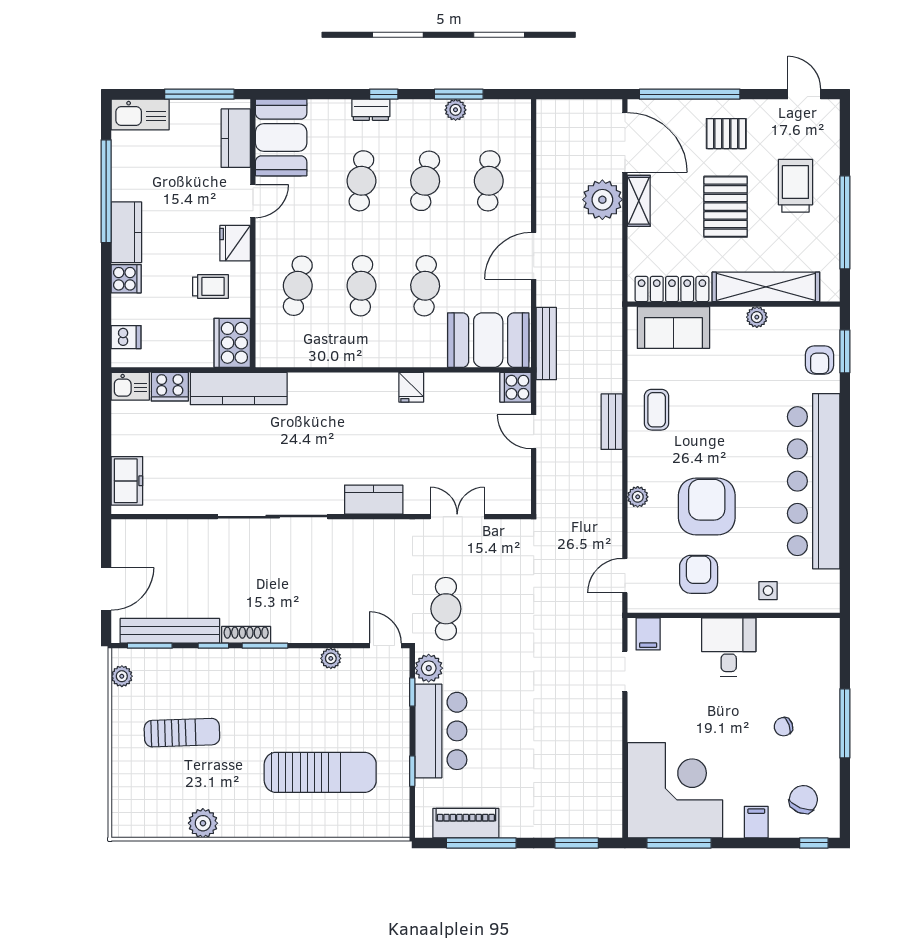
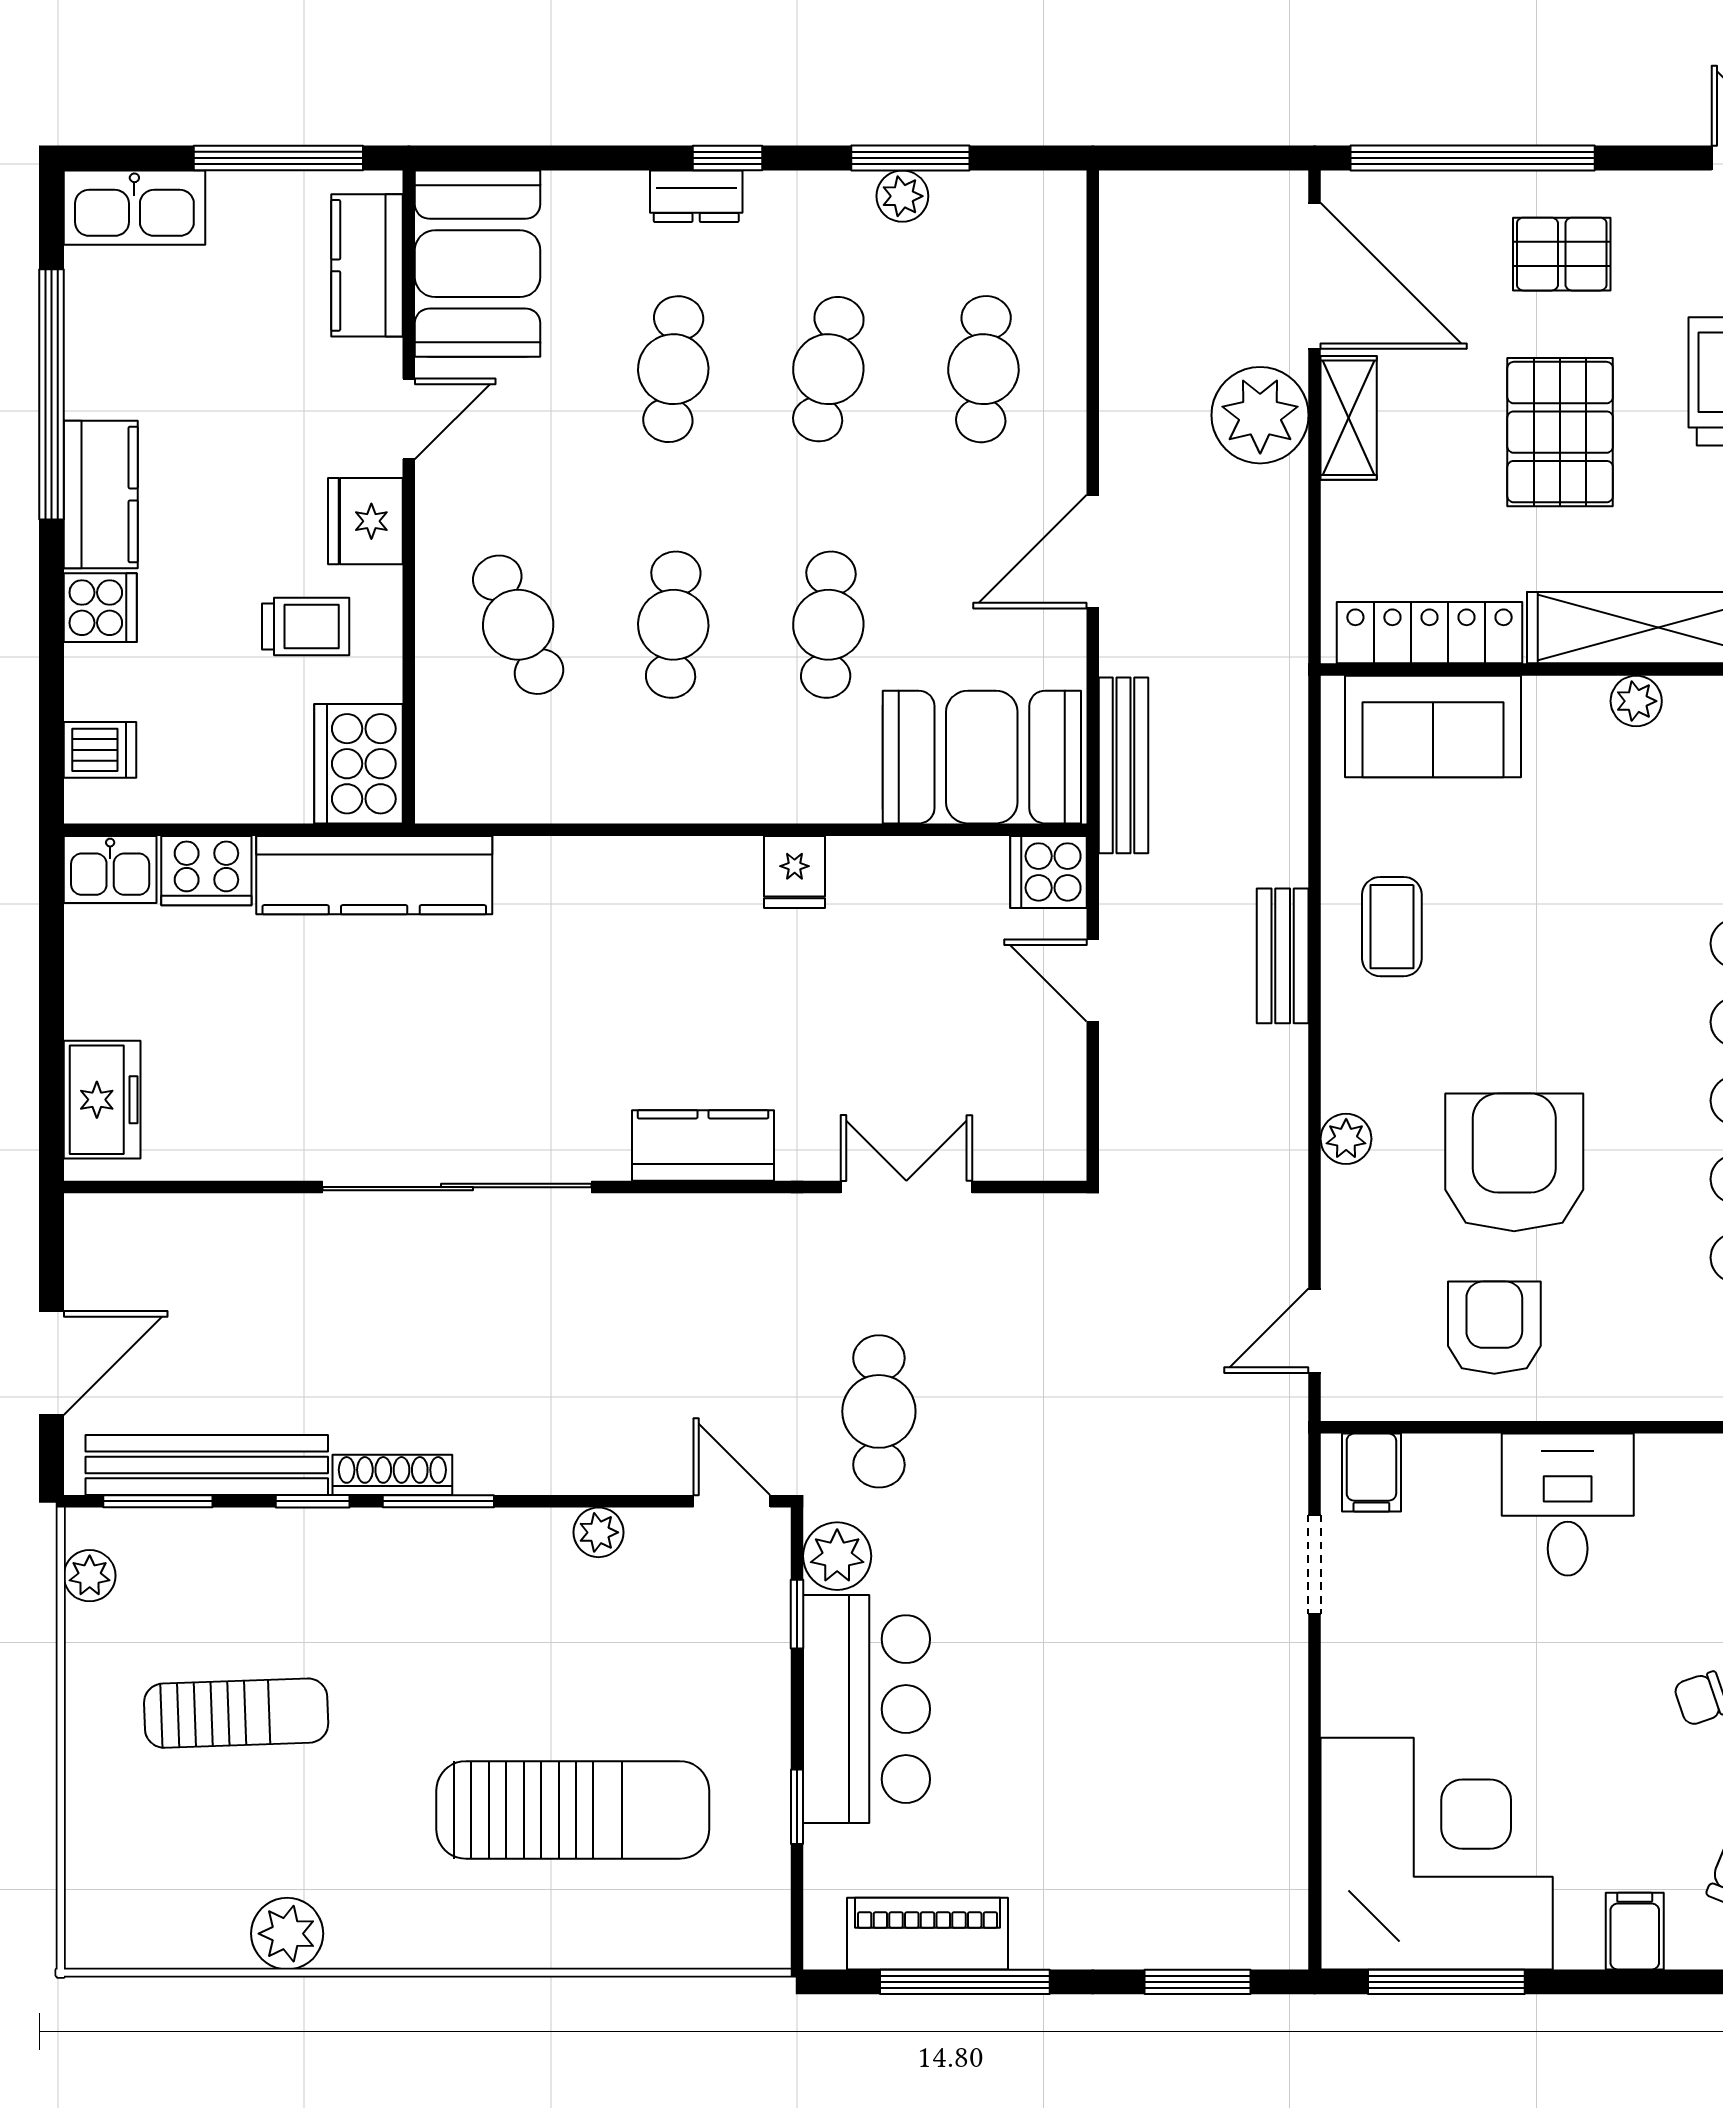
cafe table: (298, 286) -> (518, 625), turned -36
side table: (768, 591) -> (1663, 1367), removed

